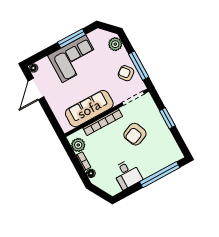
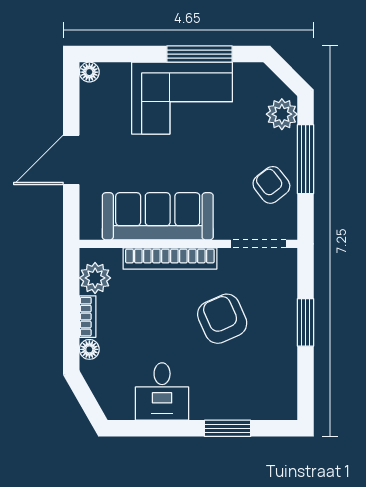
window: (139, 66) -> (306, 159), moved
door: (36, 89) -> (71, 160), moved
armchair: (135, 134) -> (222, 319), turned 88
window: (160, 175) -> (228, 428), width x0.47

